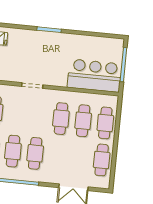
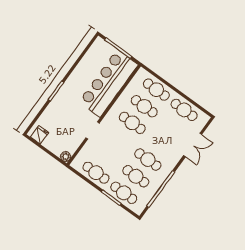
bar counter: (94, 76) -> (108, 83), width x1.36

